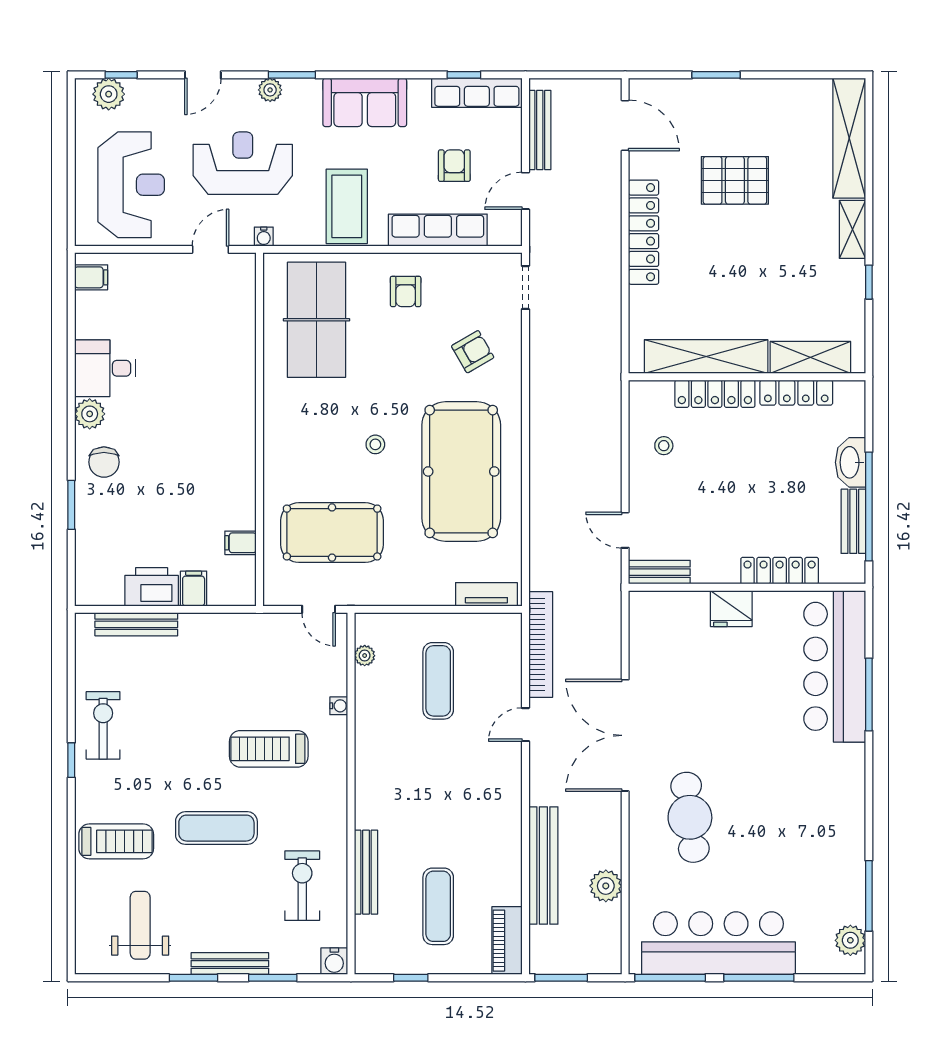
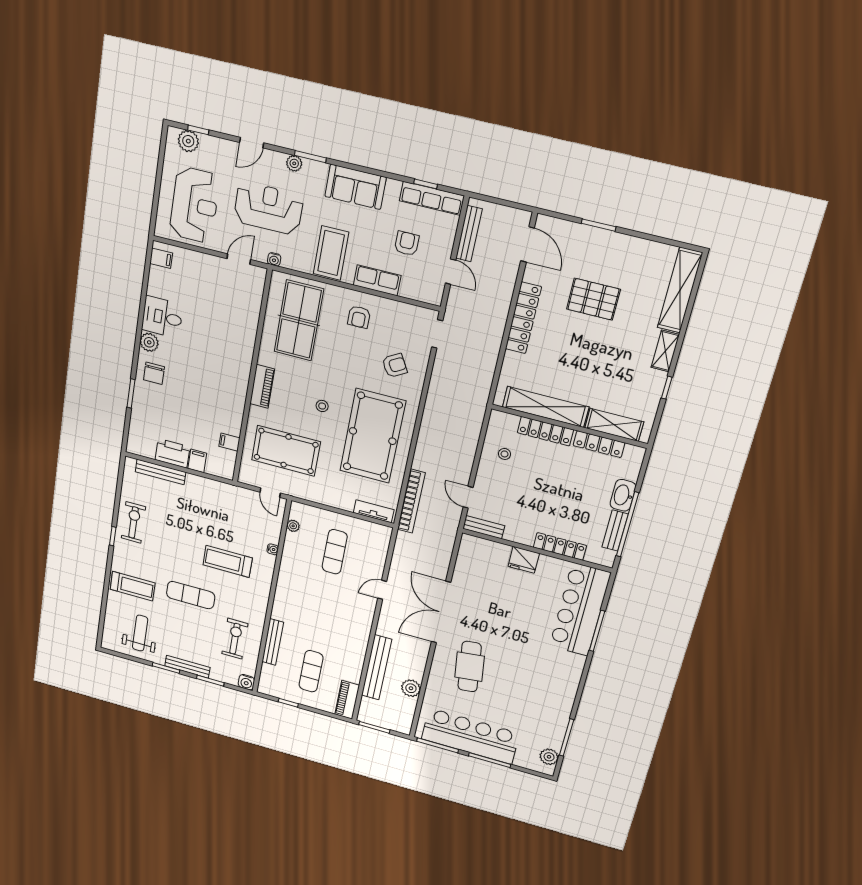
door: (525, 191) -> (451, 272), swing flipped
row of seats: (438, 230) -> (377, 280), width x0.68
piano: (278, 438) -> (262, 386), added
bookcase: (541, 644) -> (411, 501), moved

